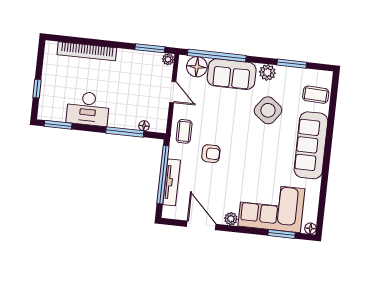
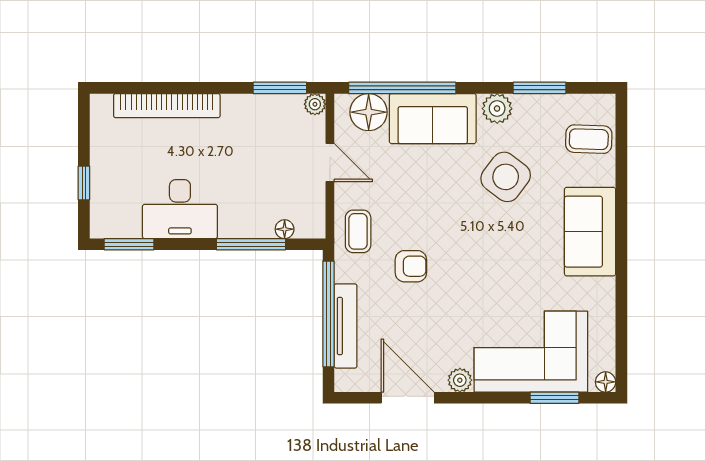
sofa: (311, 145) -> (590, 232), width x0.73

